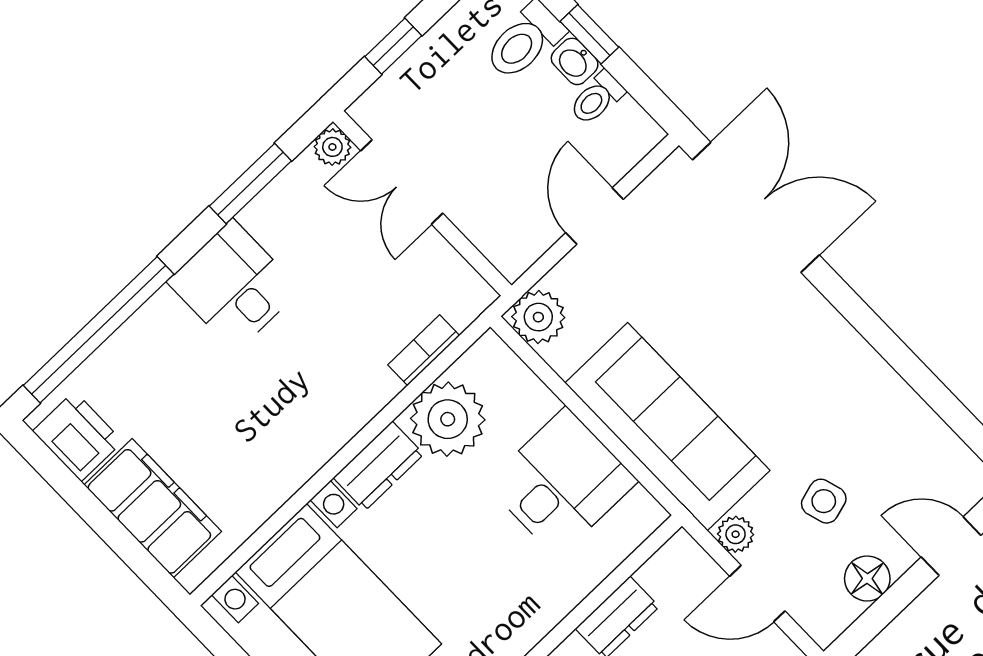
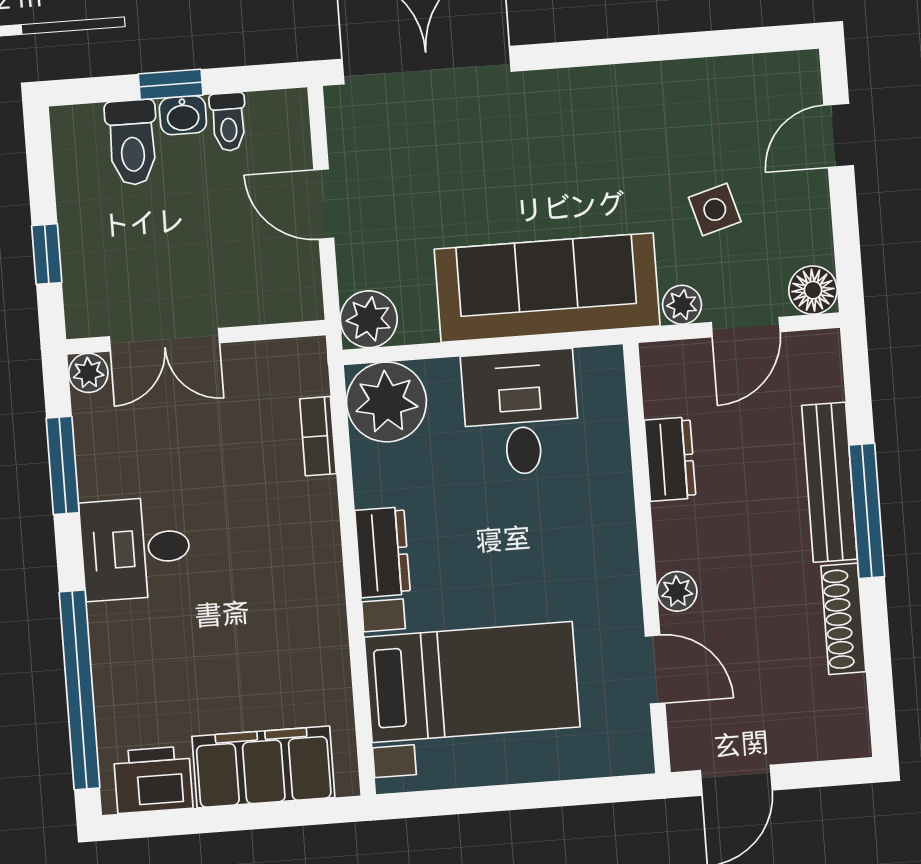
plant: (448, 419) -> (386, 402), moved
floor lamp: (867, 579) -> (813, 290), moved

